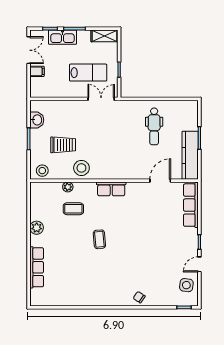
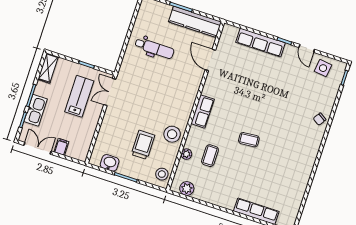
row of seats: (191, 205) -> (260, 43), moved
plant: (37, 228) -> (187, 188), moved

